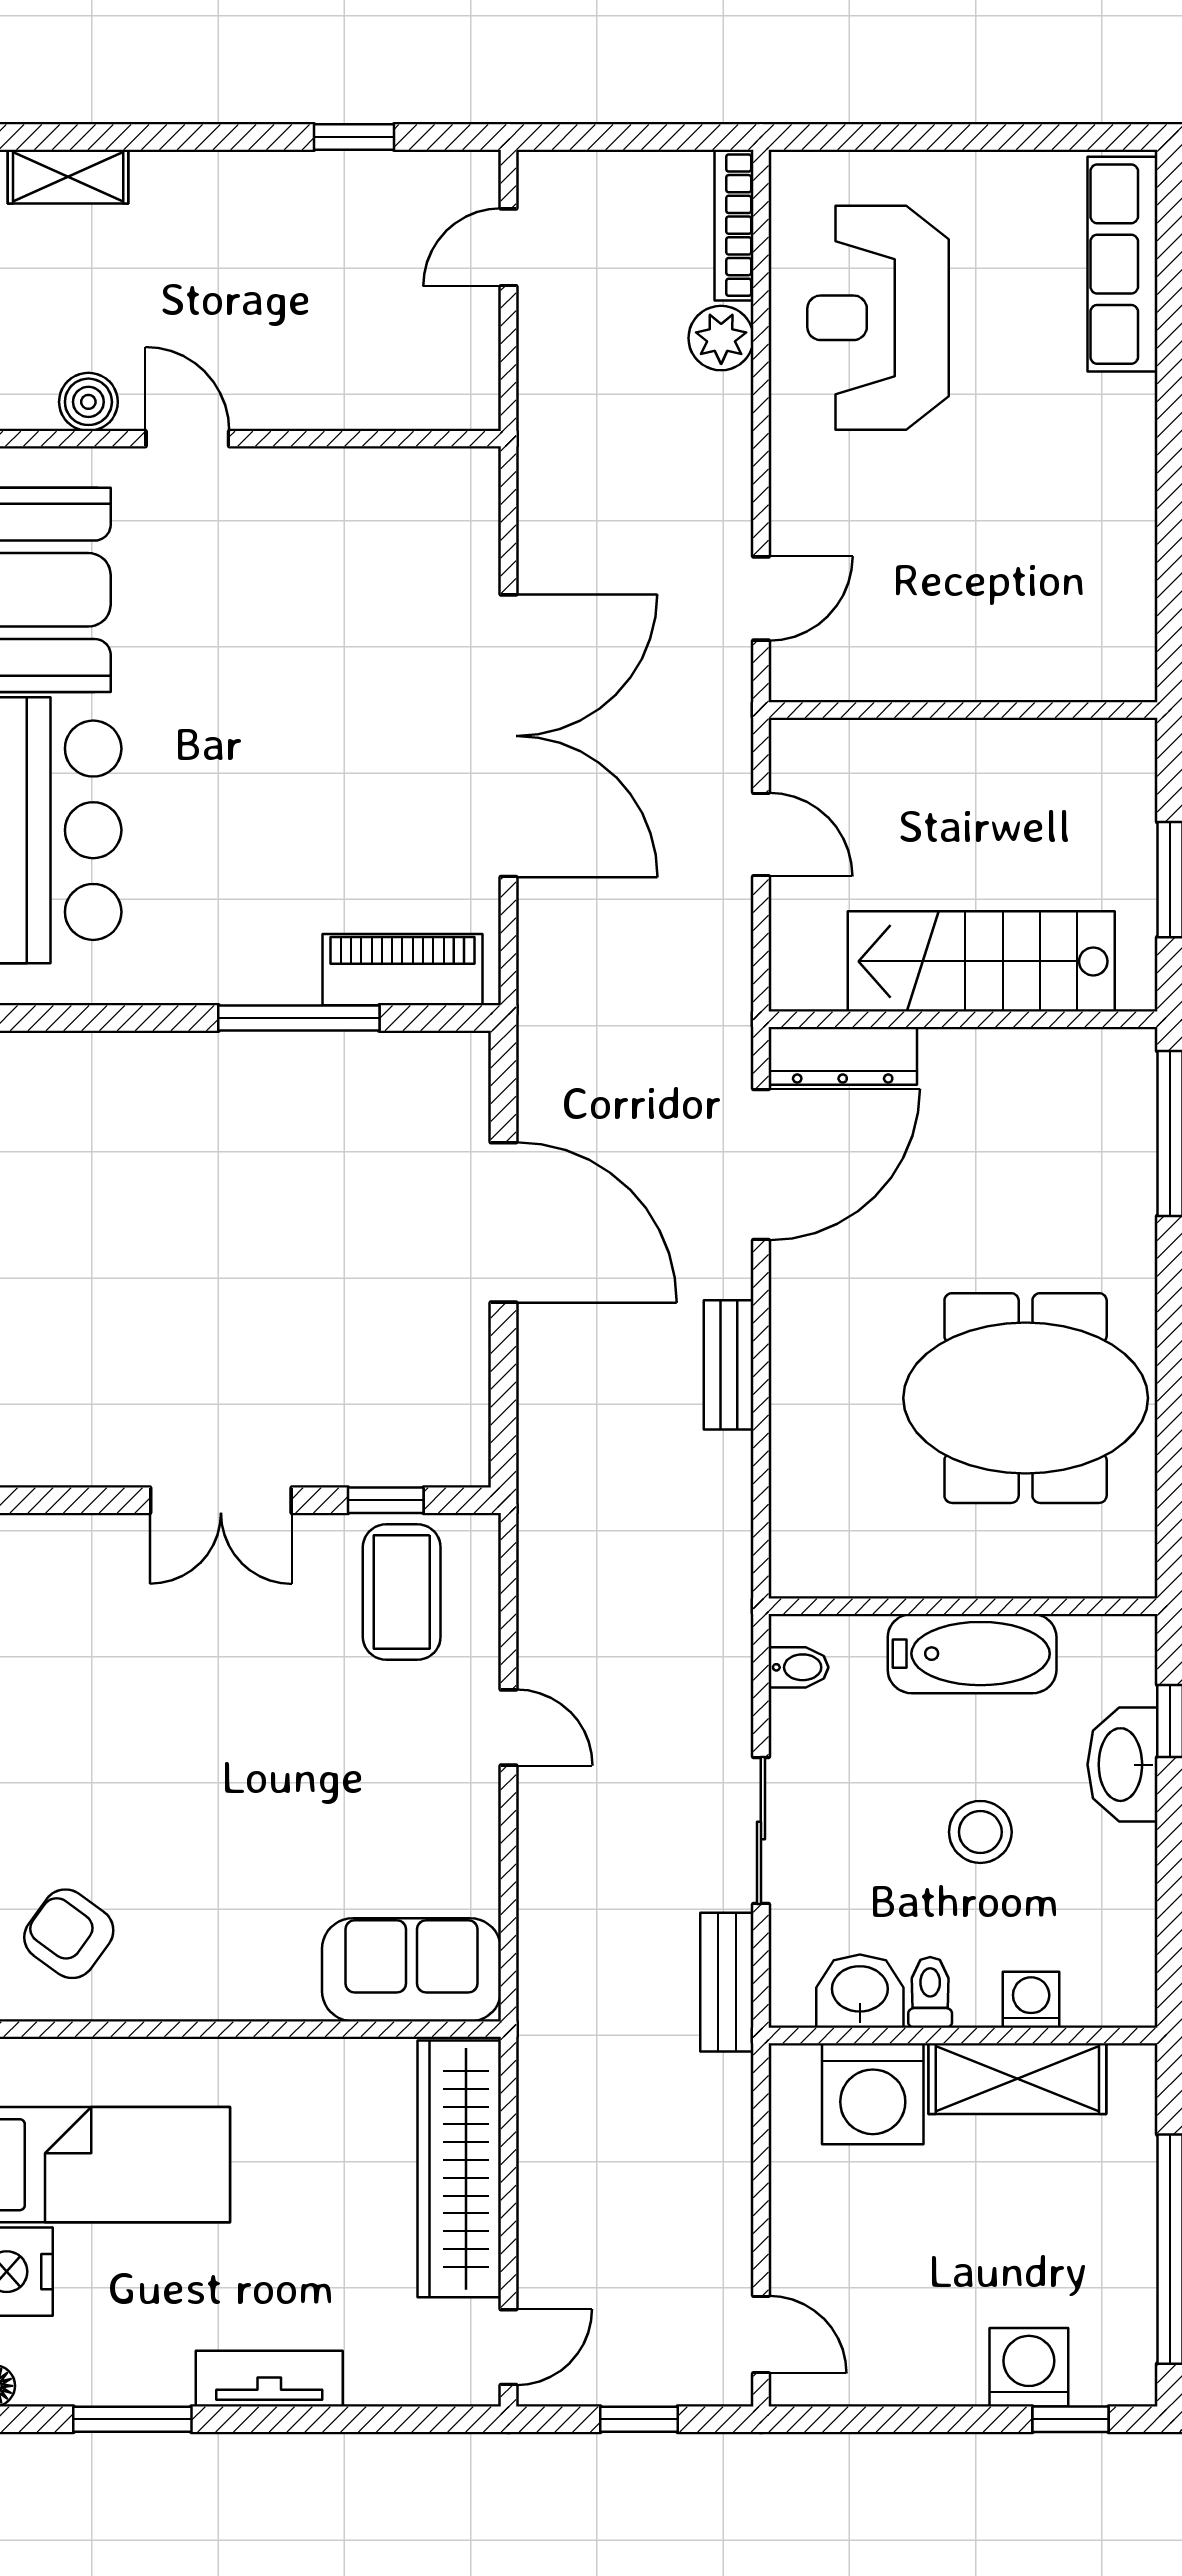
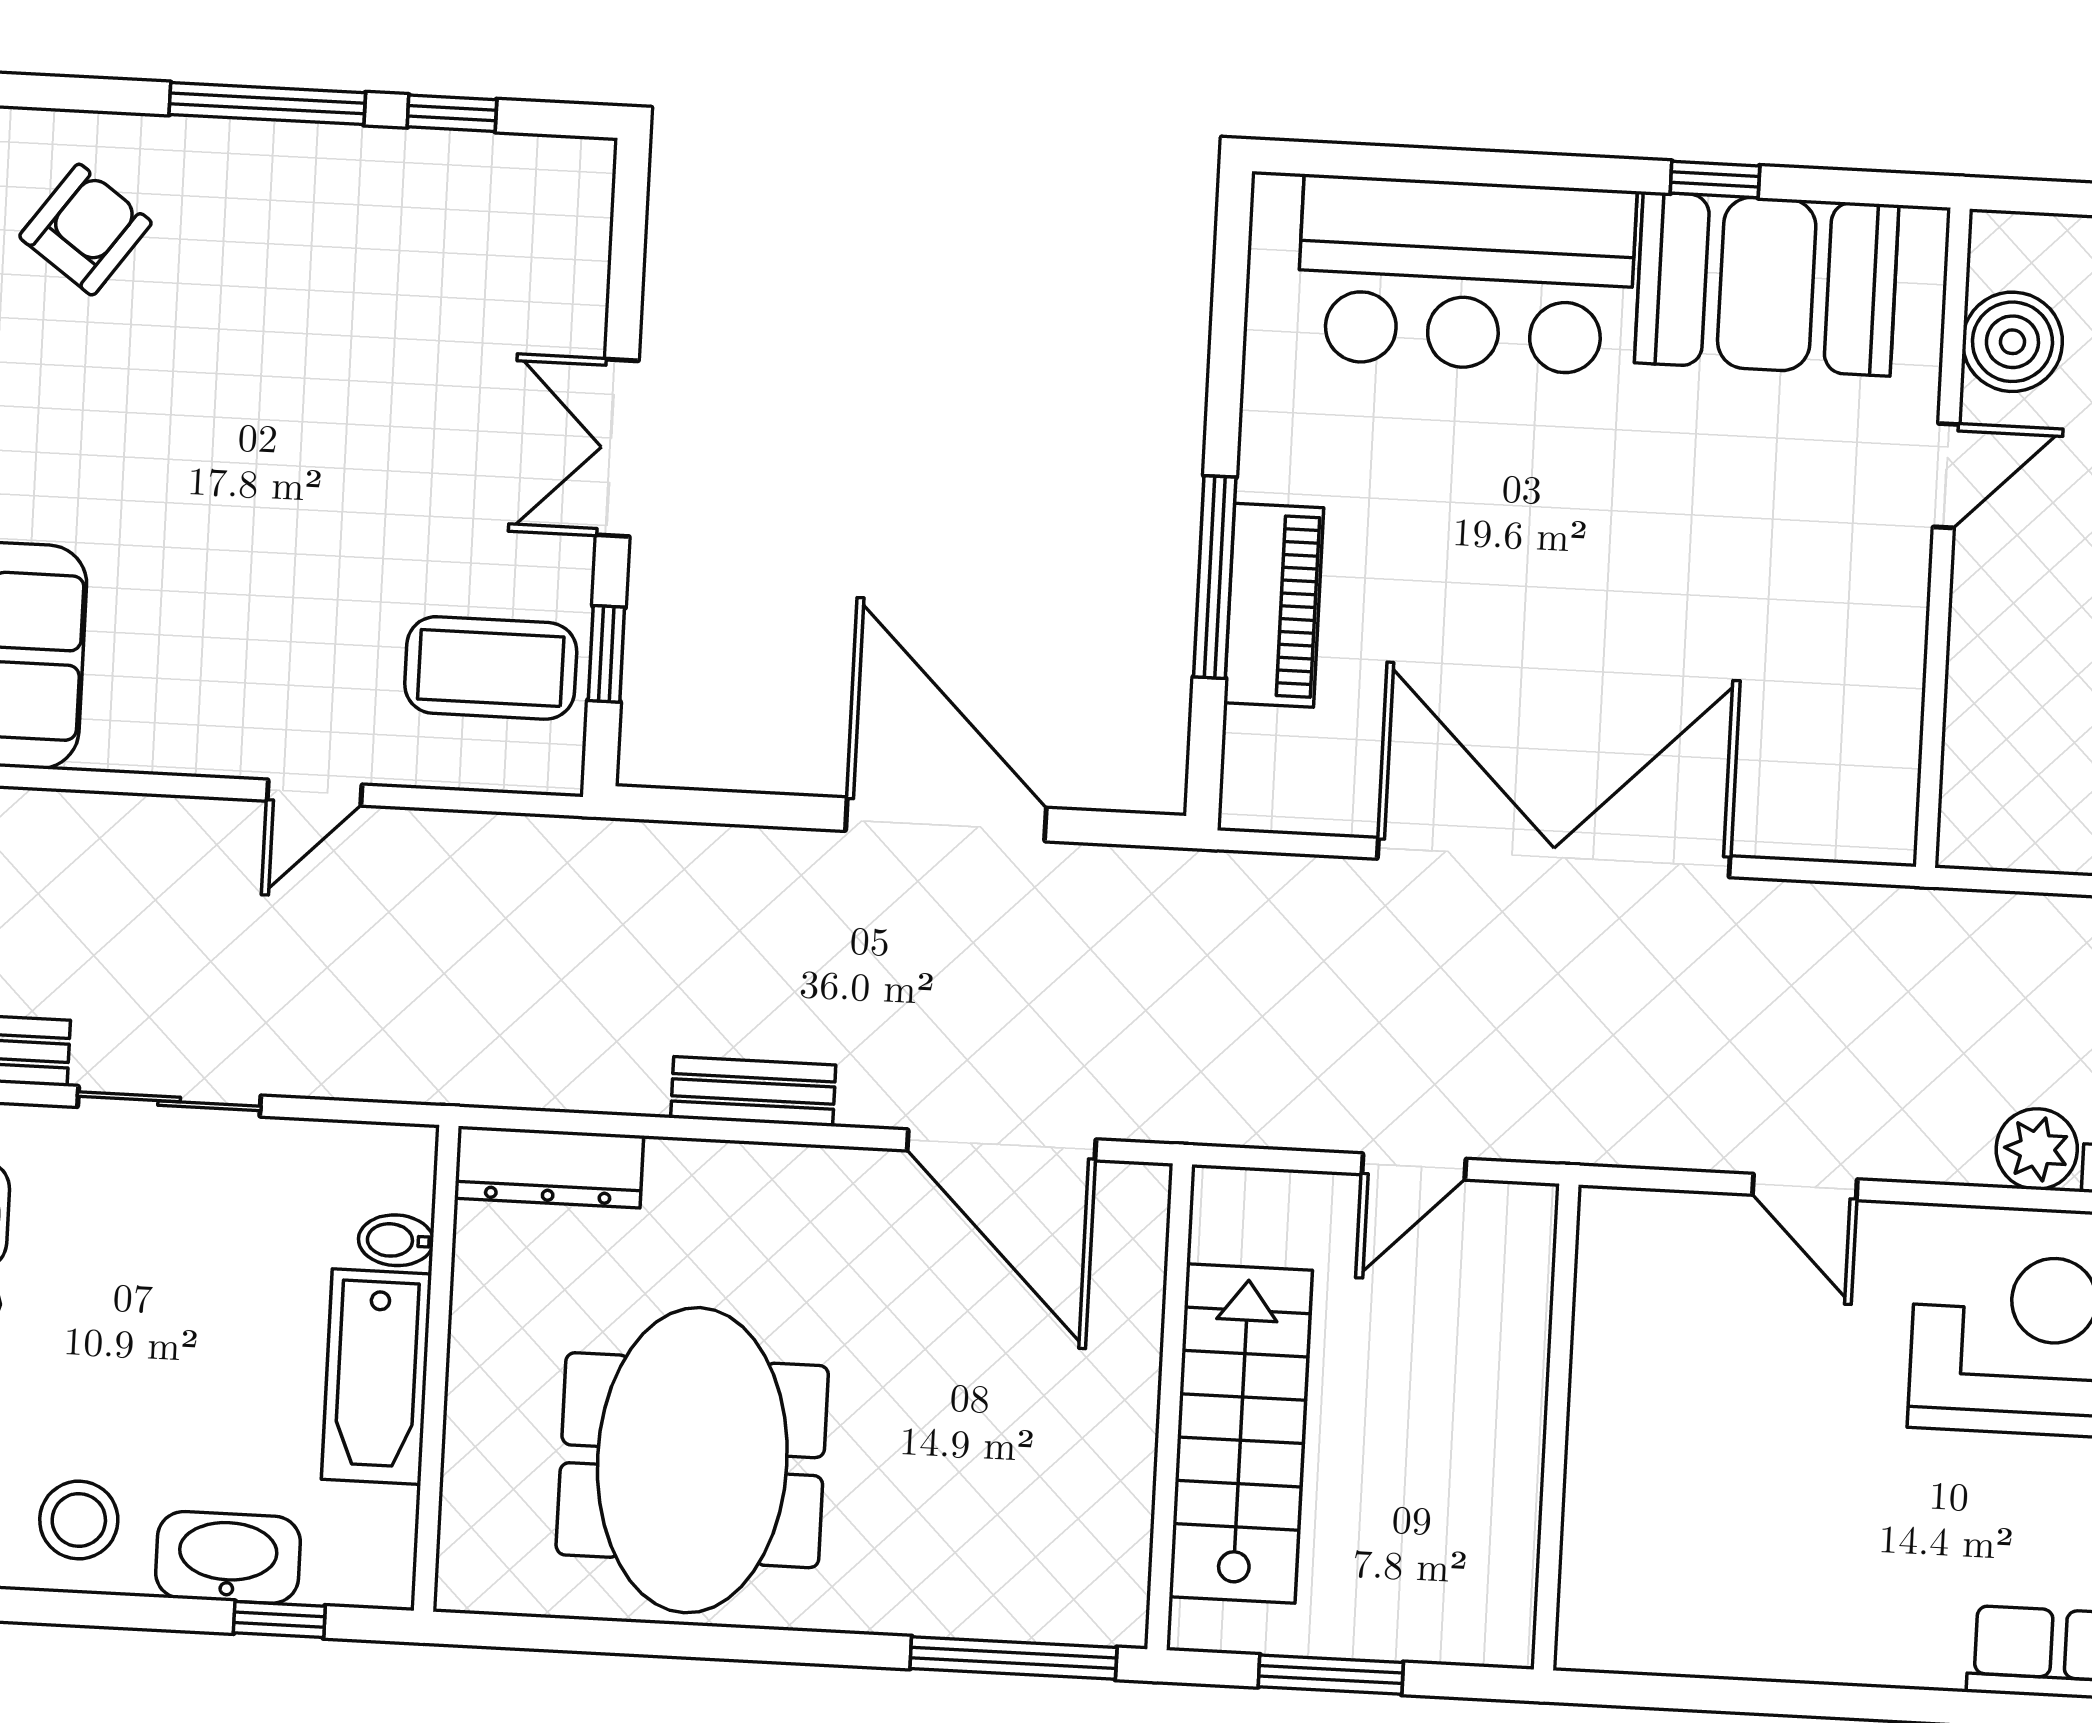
boiler: (88, 402) -> (2012, 342), width x1.36, depth x1.36
door: (761, 599) -> (1805, 1187), moved
double door: (509, 736) -> (1554, 857), swing flipped
piano: (402, 970) -> (1274, 605), moved
dresser: (843, 1056) -> (549, 1167), moved, turned -90
door: (503, 1222) -> (946, 819), swing flipped
bidet: (798, 1667) -> (396, 1240), moved, turned 90
stool: (980, 1832) -> (79, 1520), moved

